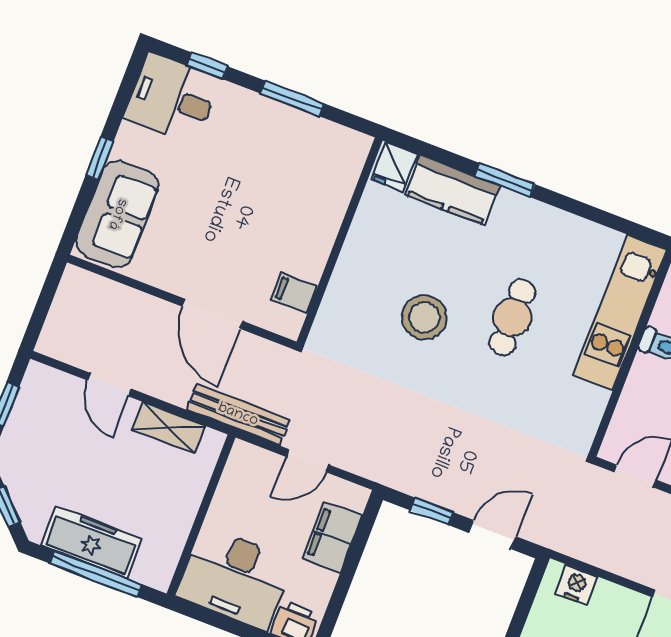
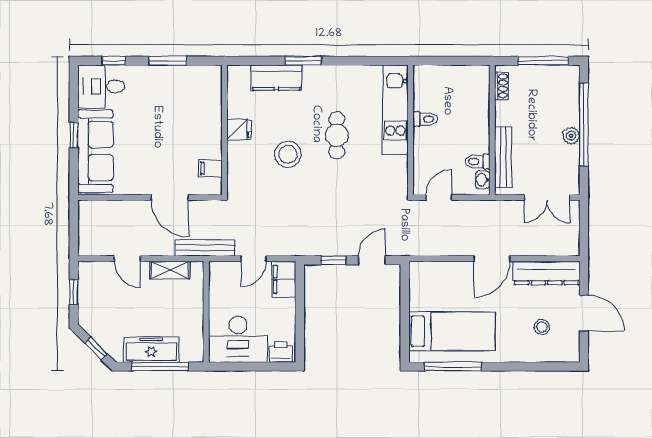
fridge: (394, 167) -> (239, 130), moved, turned -90
sofa: (117, 214) -> (95, 151), width x1.36
filing cabinet: (332, 537) -> (284, 279), moved
nightstand: (576, 585) -> (429, 270), removed

